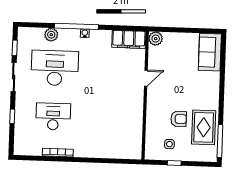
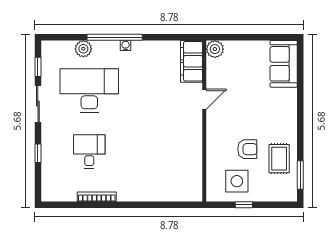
filing cabinet: (129, 39) -> (192, 61), moved, turned 90
desk: (53, 116) -> (89, 152), width x0.73
rug: (204, 127) -> (279, 159), width x0.73, depth x0.70
window: (220, 141) -> (300, 175), width x0.69
side table: (169, 144) -> (237, 181), width x1.87, depth x1.87

